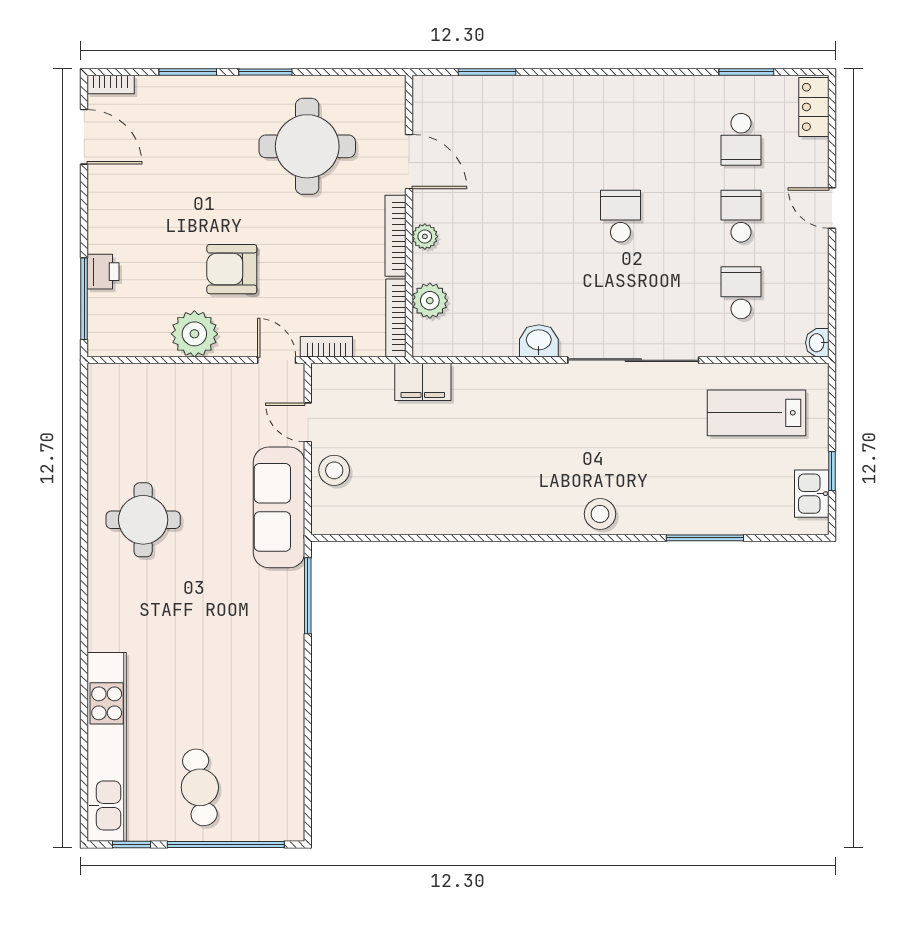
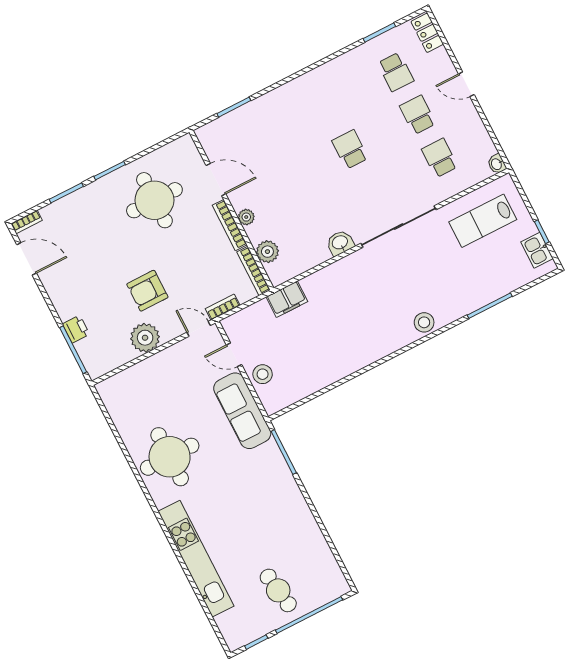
round table: (143, 520) -> (170, 457), width x1.36, depth x1.36
kitchen unit: (107, 747) -> (196, 559), moved

